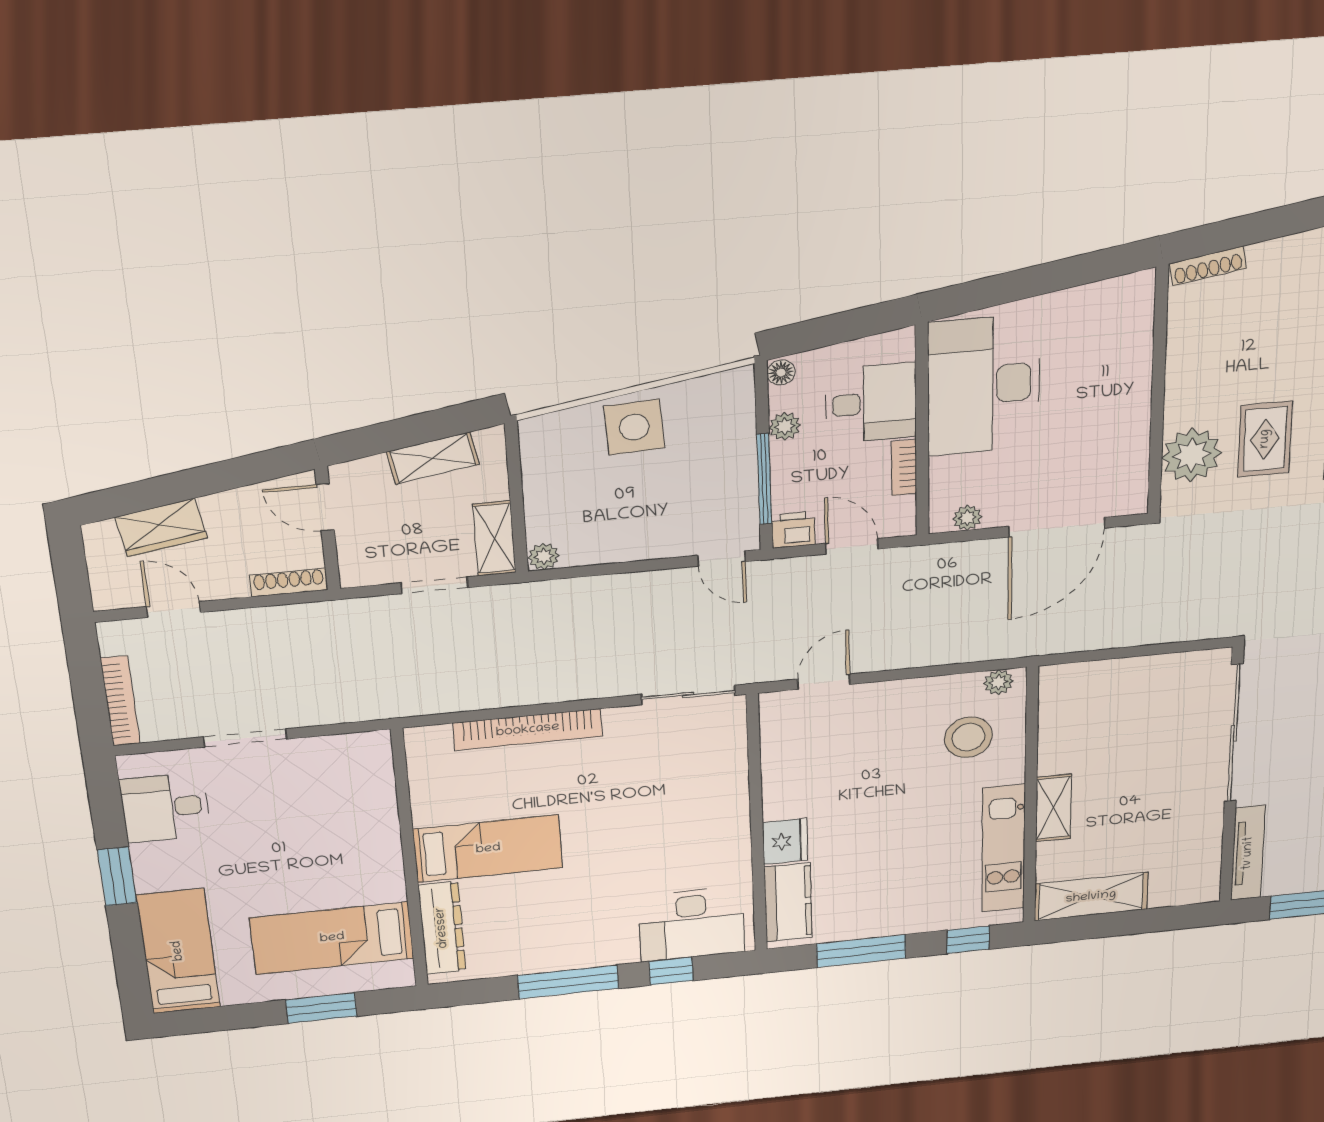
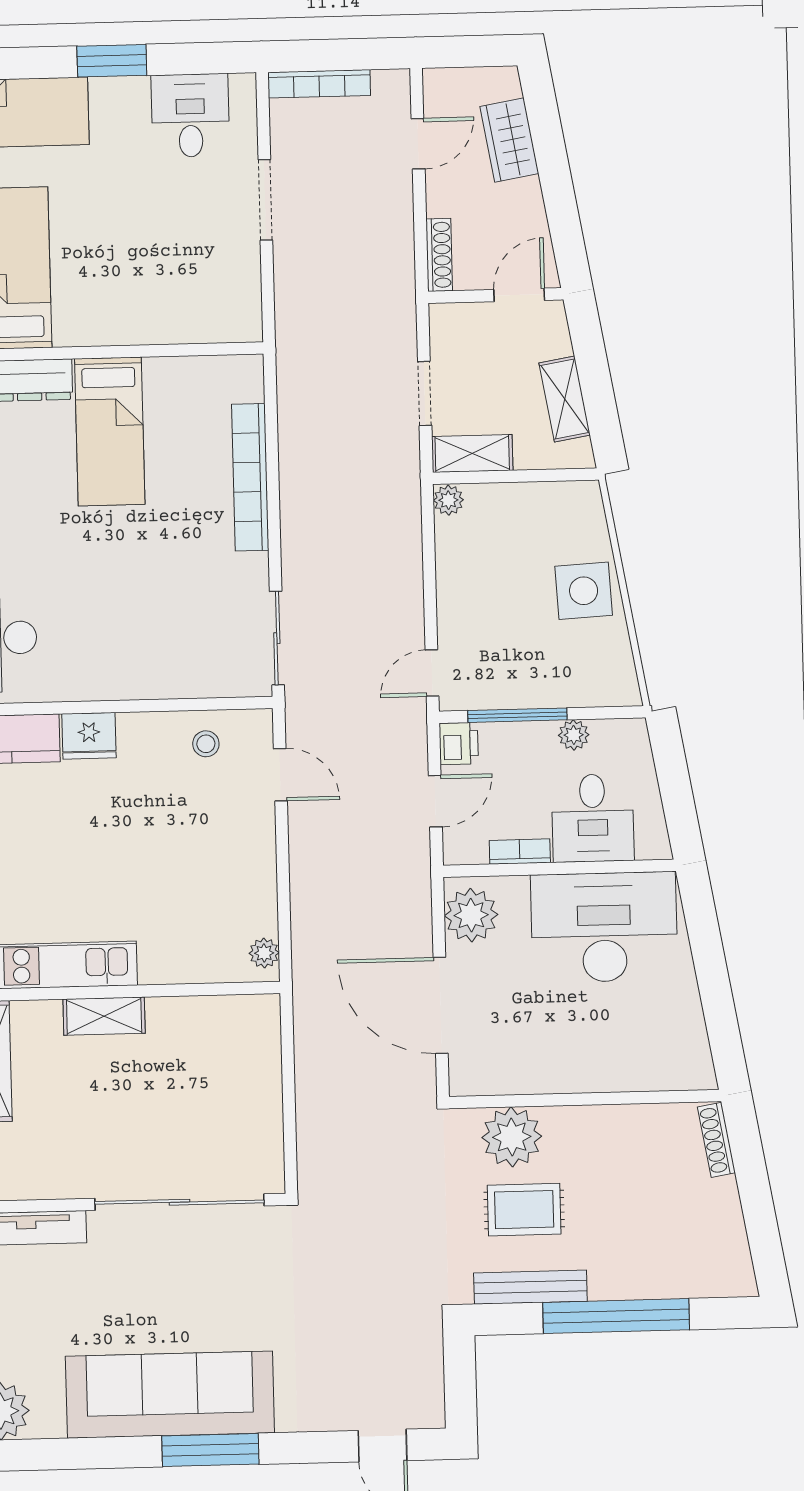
floor lamp: (781, 372) -> (632, 731), removed
plant: (967, 518) -> (471, 915), width x1.88, depth x1.88
stool: (968, 737) -> (206, 744), moved, width x0.53, depth x0.53

